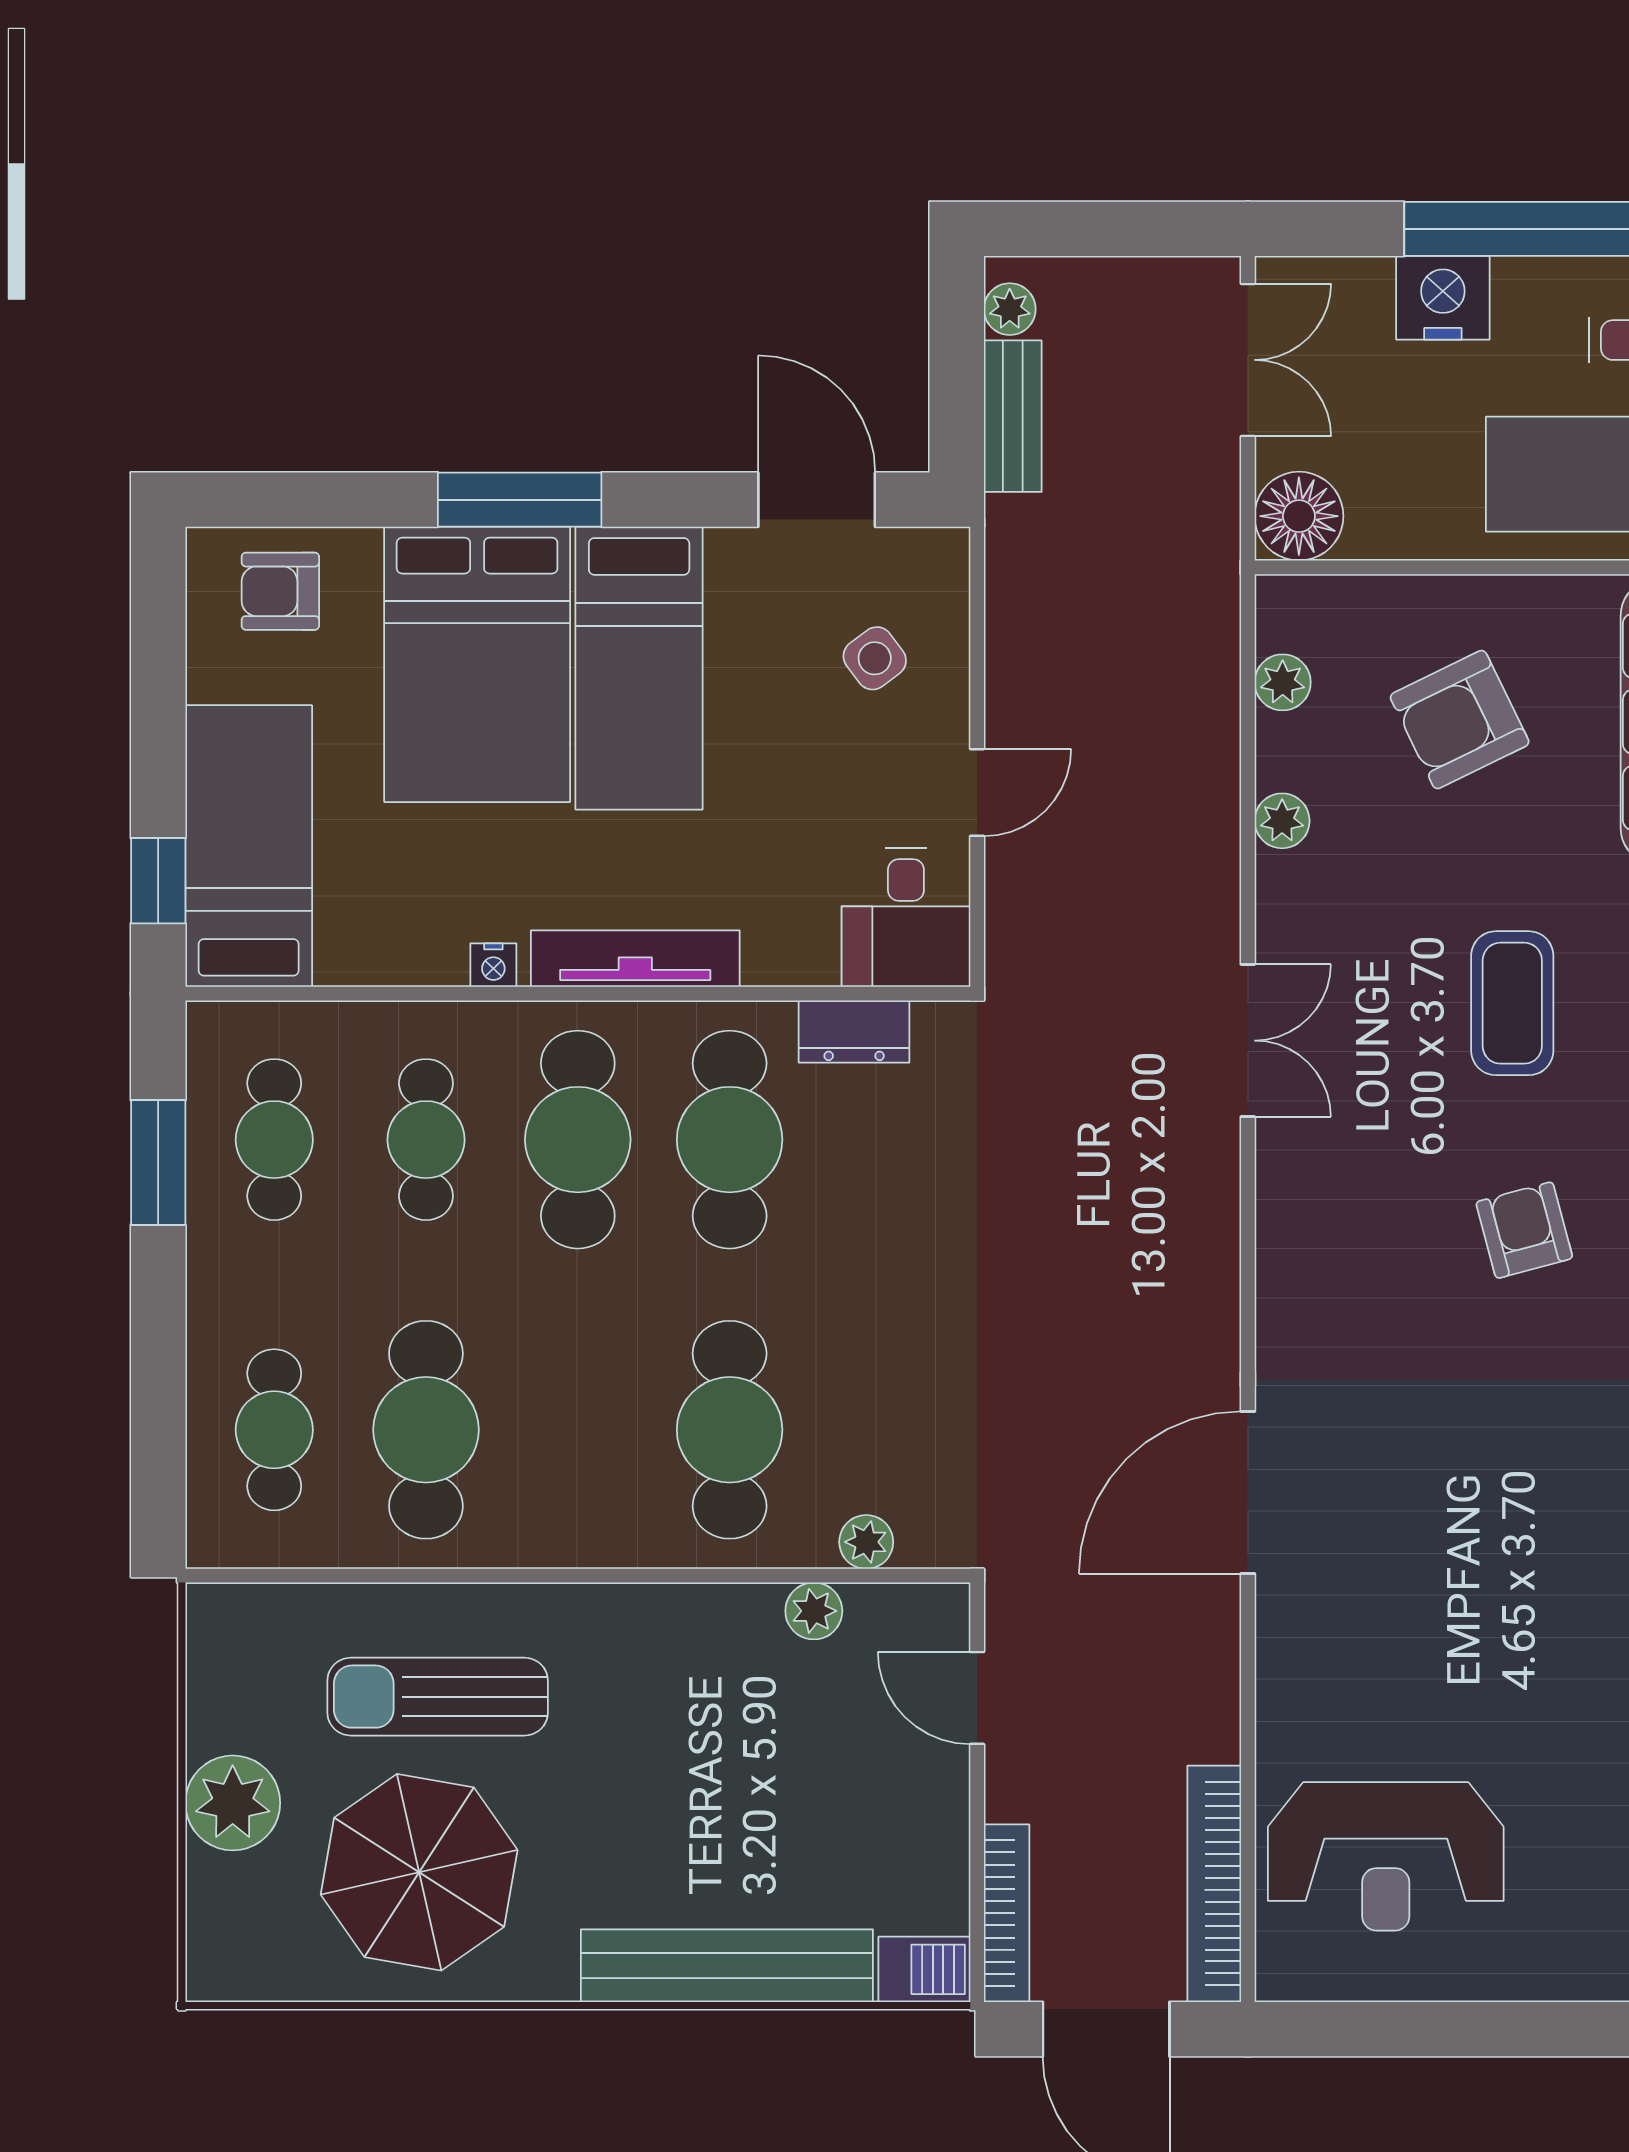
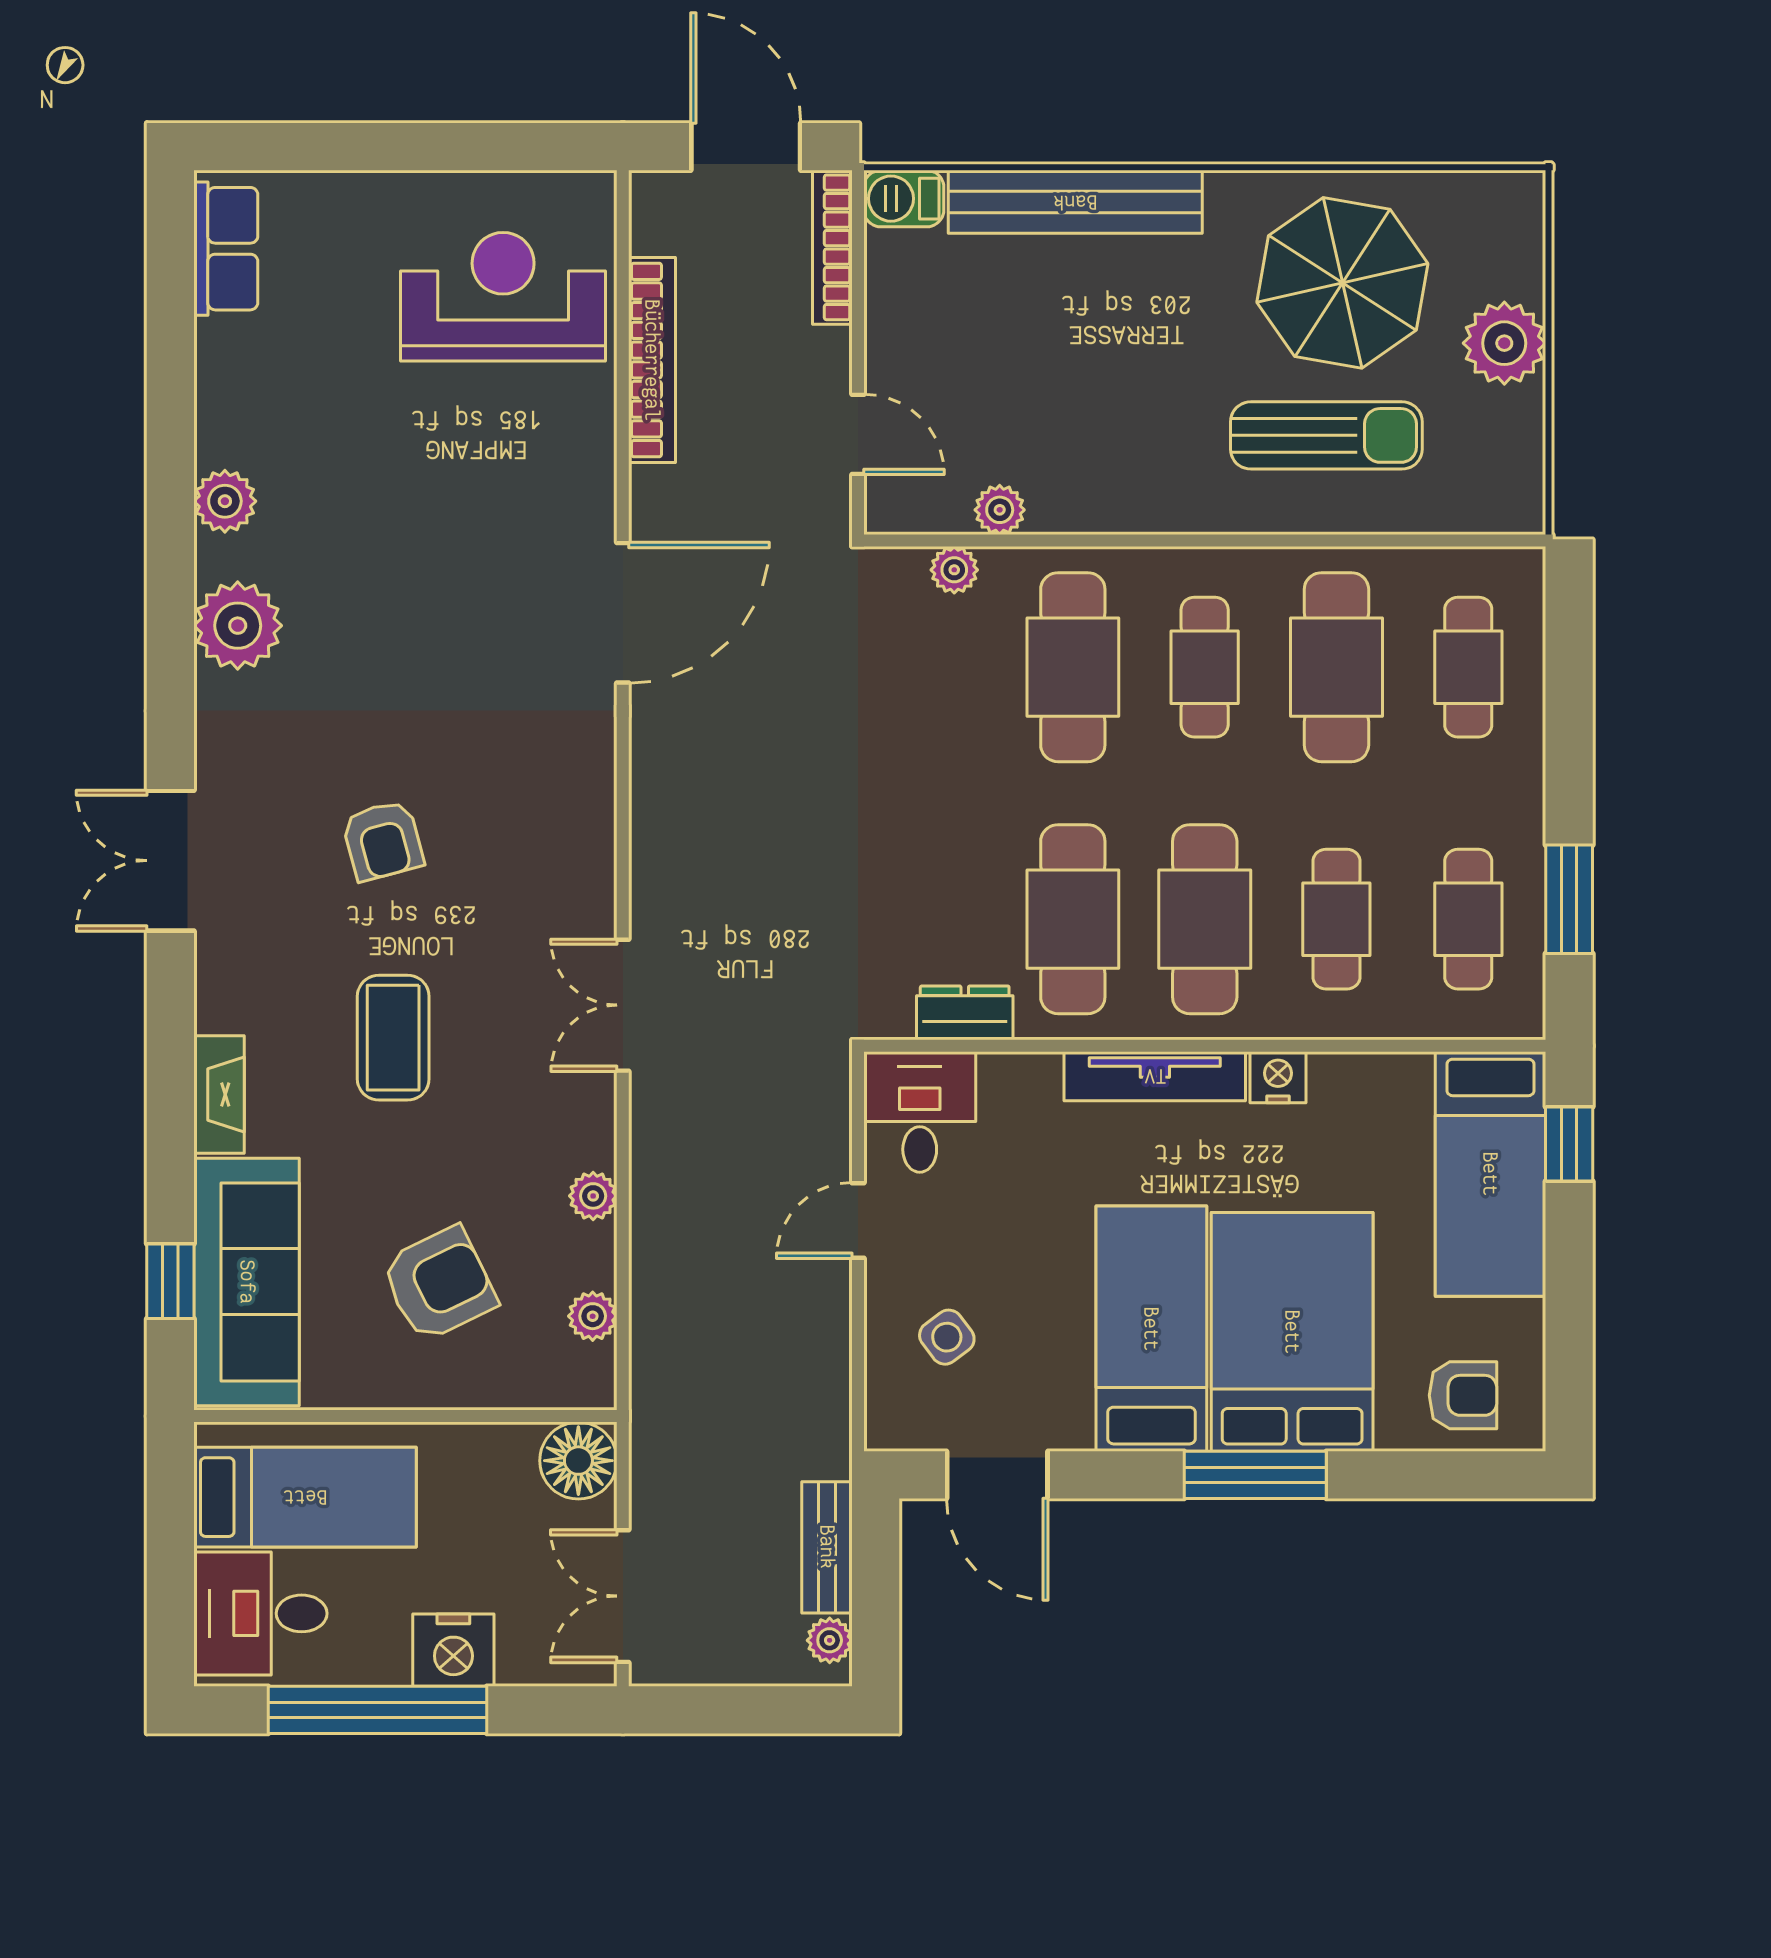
nightstand: (493, 965) -> (1278, 1077), width x1.39, depth x1.35
cafe table: (578, 1430) -> (1205, 667), added
bookcase: (1214, 1884) -> (652, 360), moved

